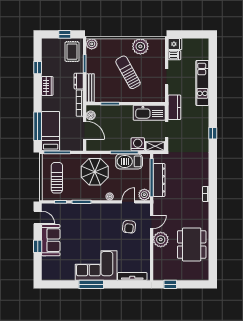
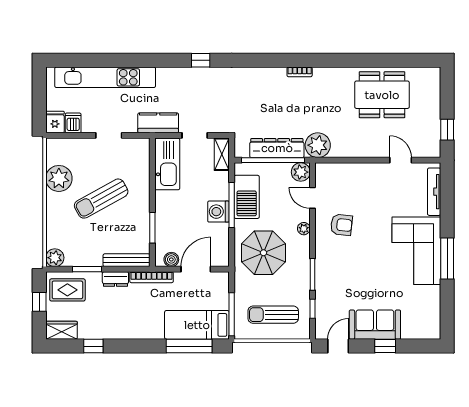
kitchen unit: (202, 83) -> (105, 77), width x1.36
wardrobe: (47, 86) -> (61, 330), moved
washing machine: (138, 144) -> (218, 212), moved
door: (152, 222) -> (401, 160), moved
armchair: (129, 227) -> (341, 225), moved
plant: (161, 240) -> (318, 145), moved

